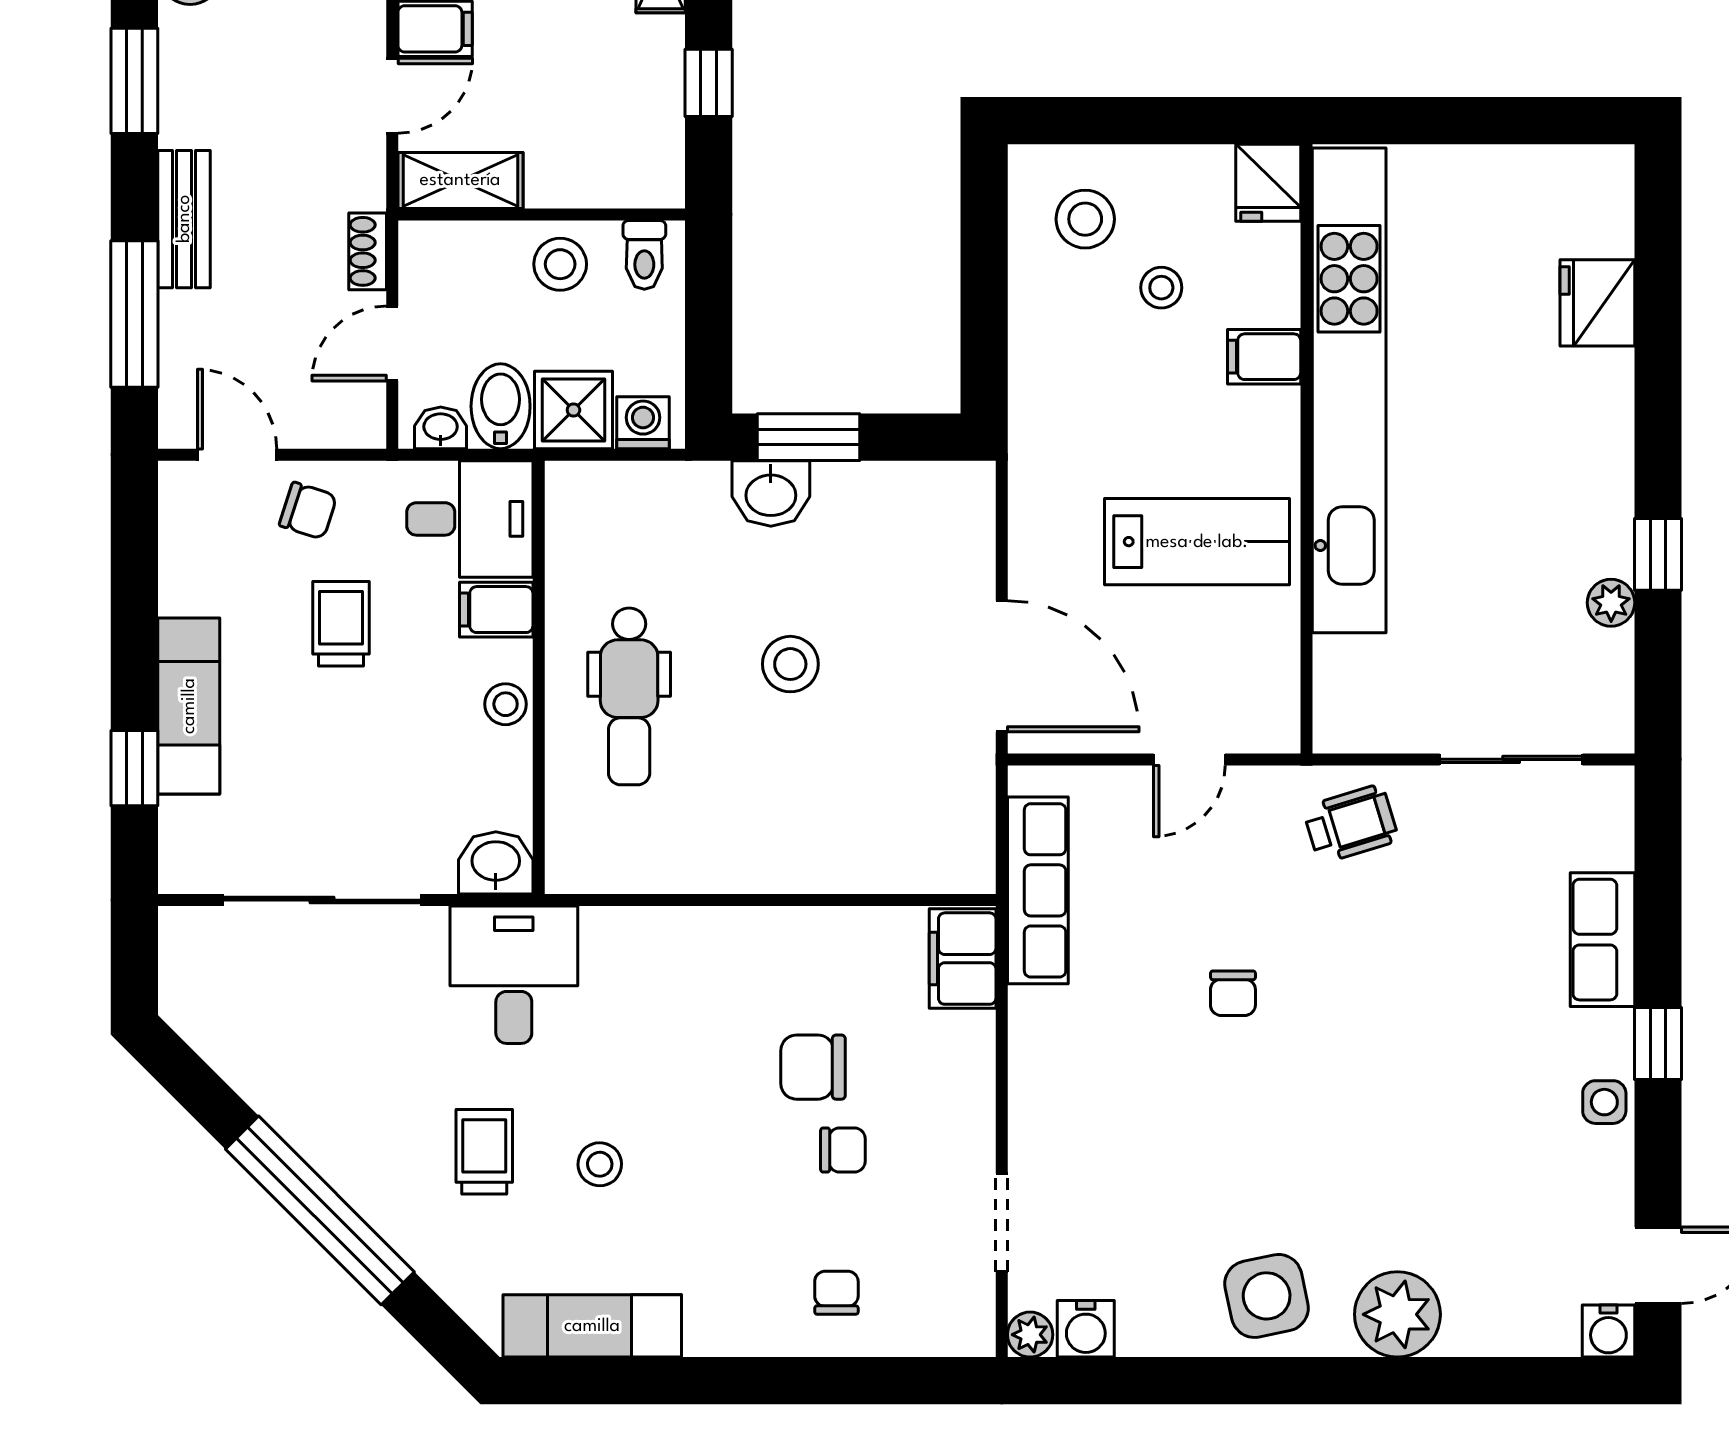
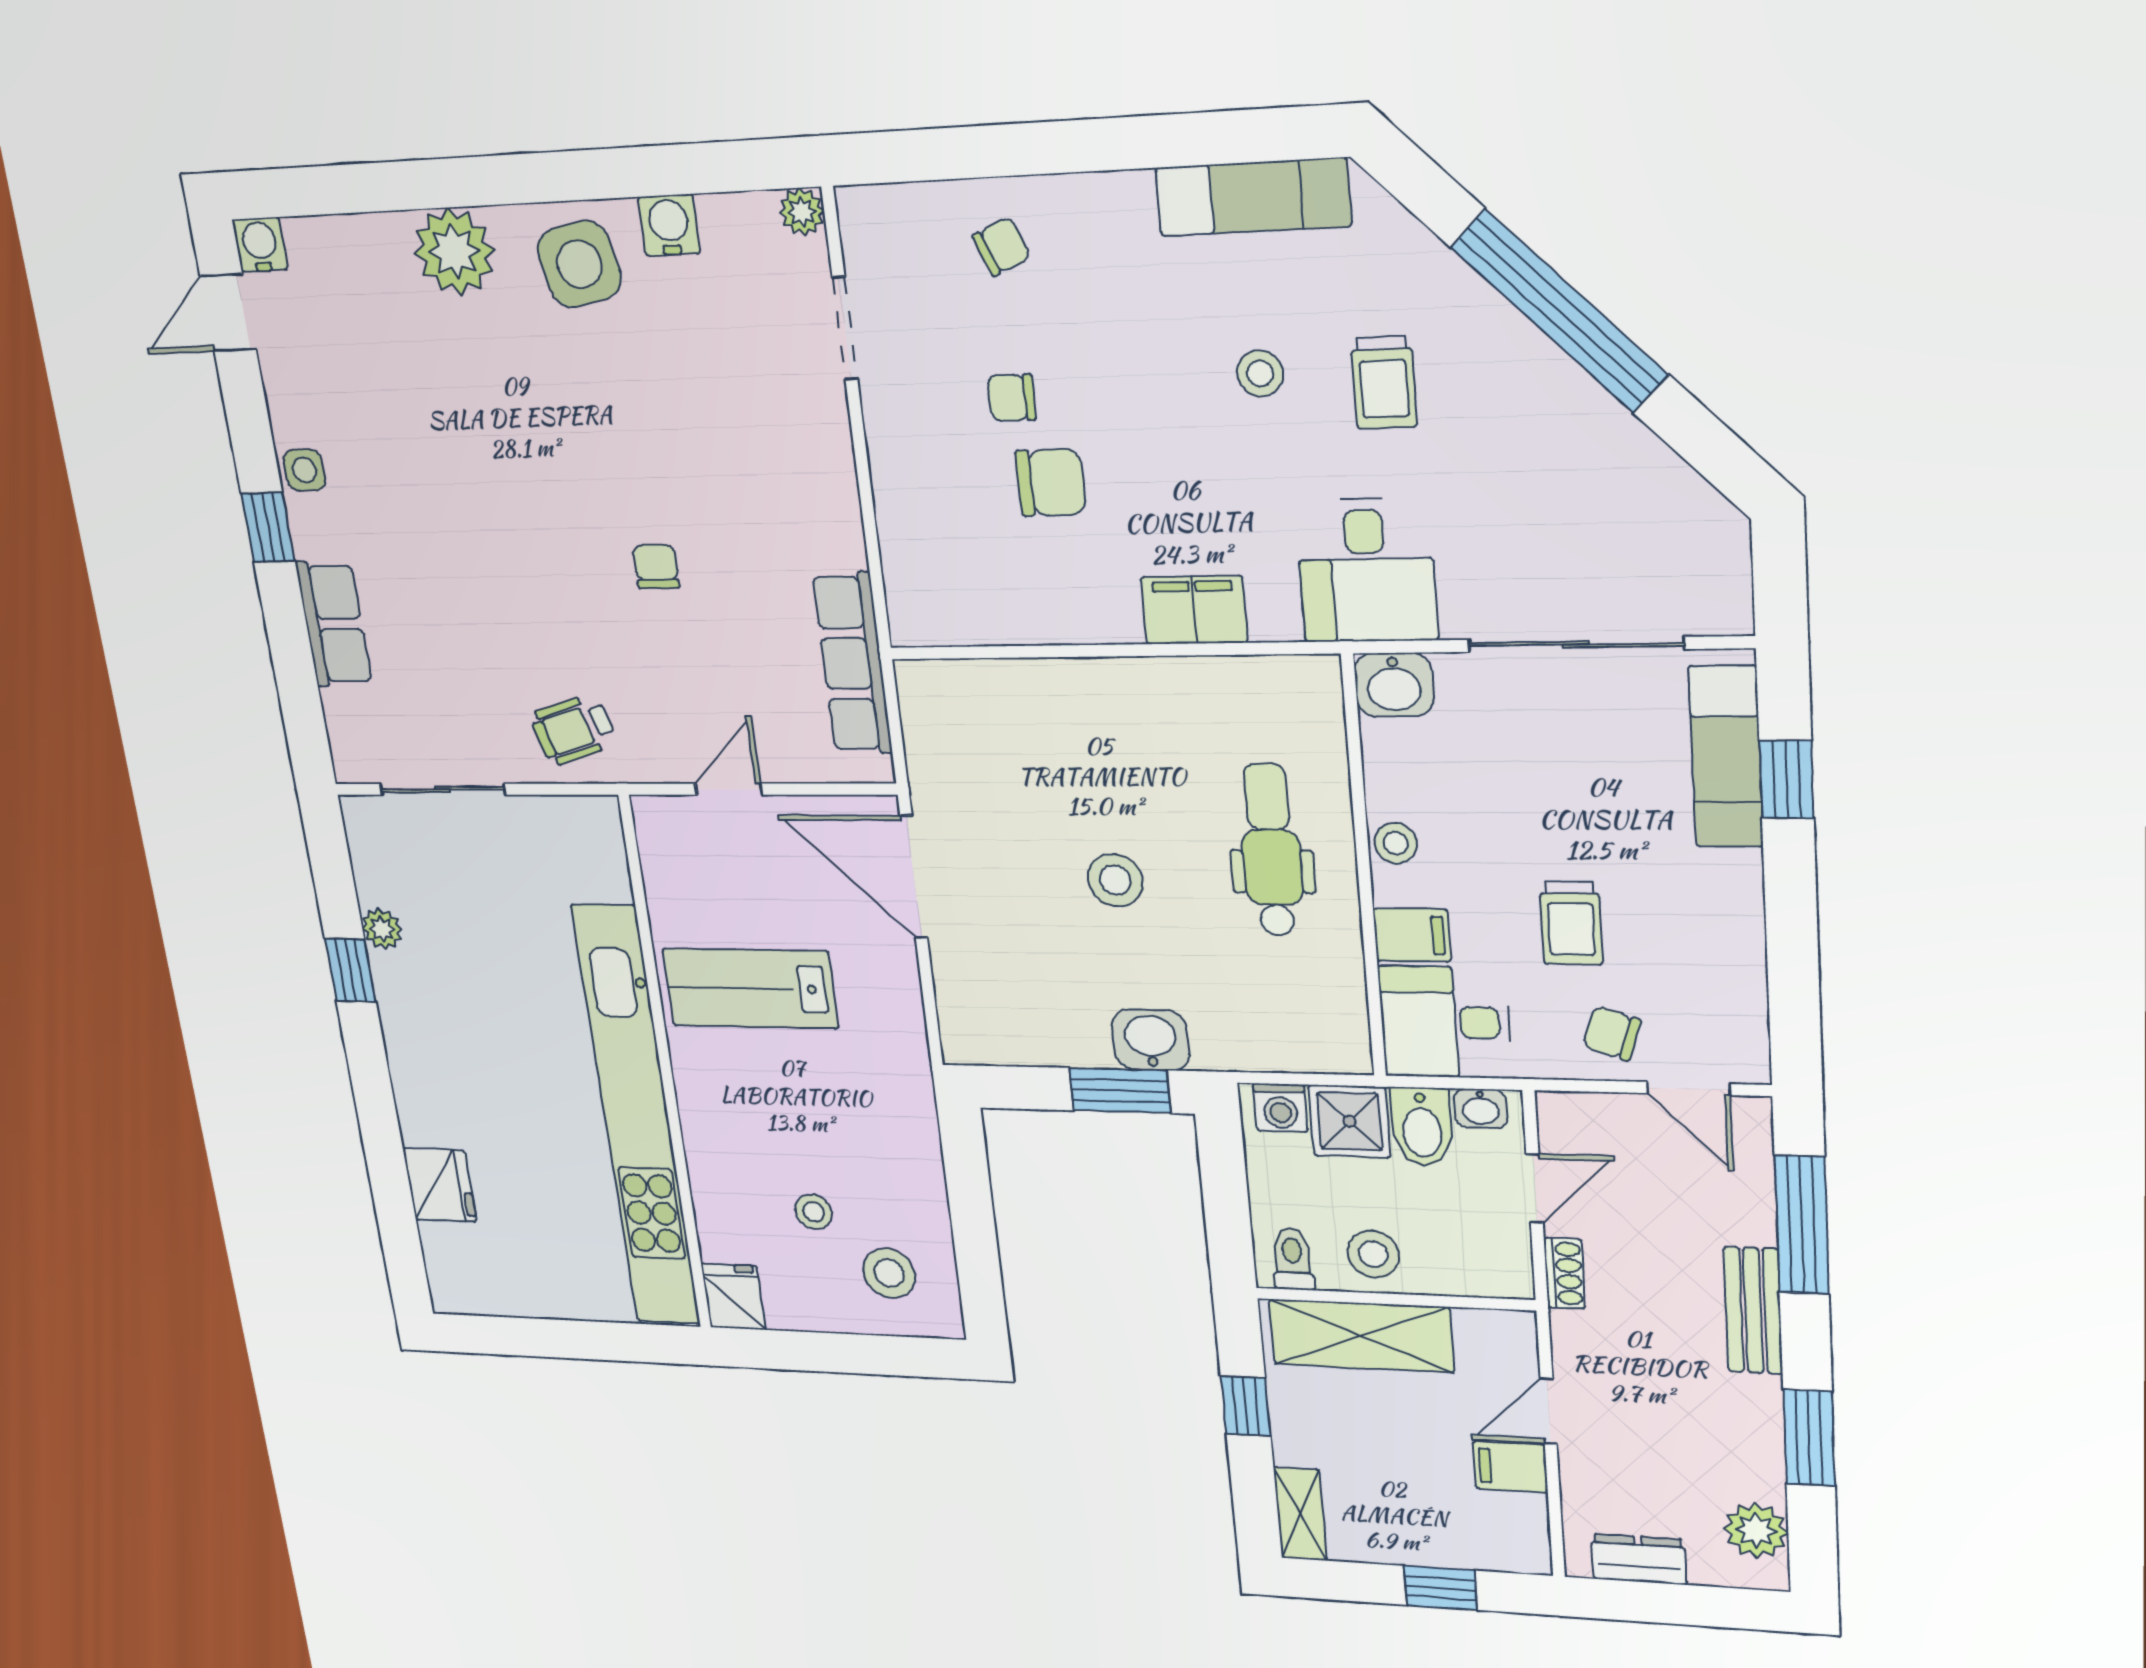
shelving: (460, 180) -> (1361, 1336), moved, width x1.50, depth x1.33
filing cabinet: (1264, 357) -> (715, 1149), removed
exam couch: (189, 706) -> (1726, 757), moved
filing cabinet: (963, 959) -> (1194, 610), moved, turned -90
chair: (836, 1293) -> (1002, 246), turned -113
water cooler: (1086, 1329) -> (669, 225), moved

